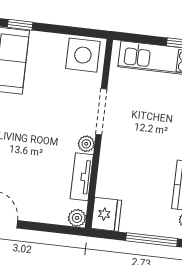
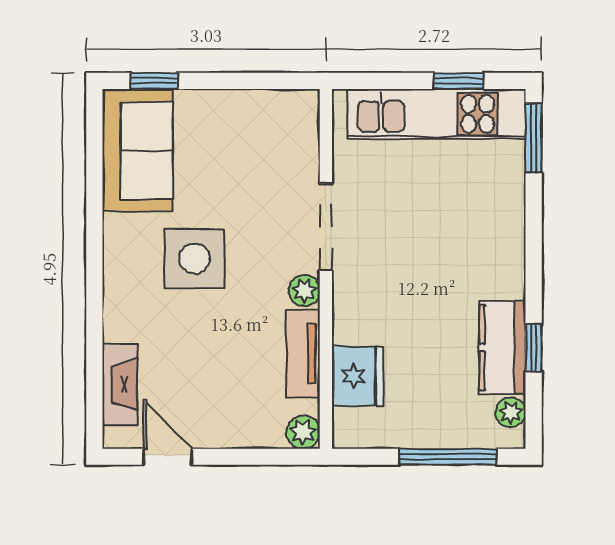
side table: (83, 55) -> (194, 259), moved
fridge: (106, 214) -> (358, 376), moved

